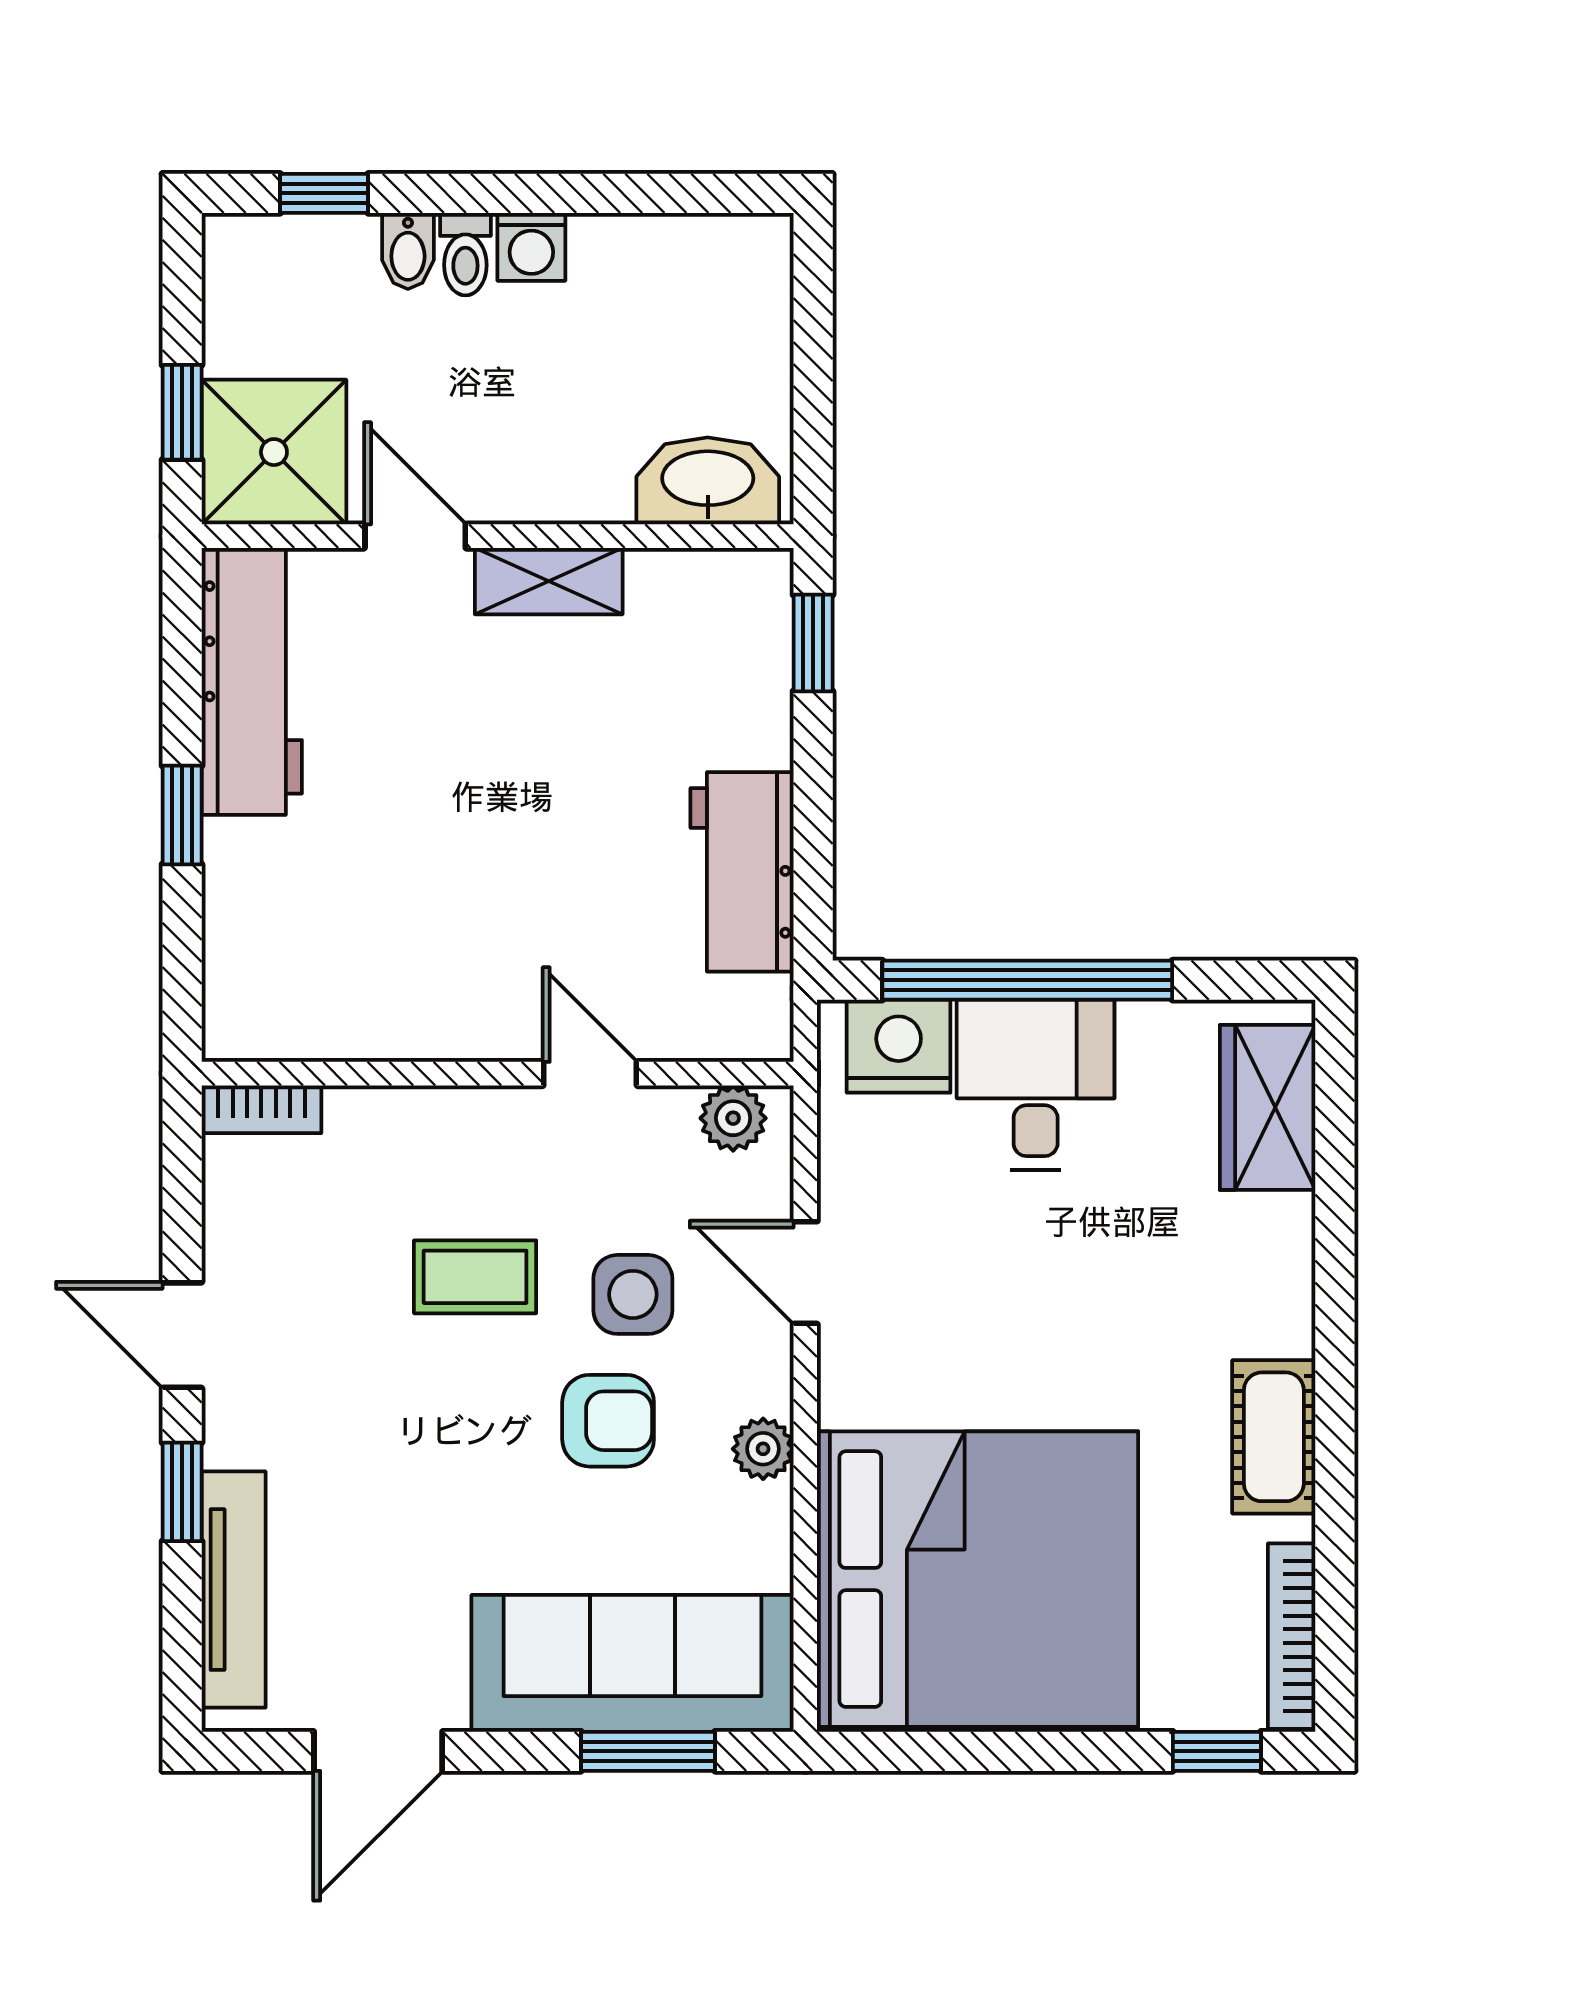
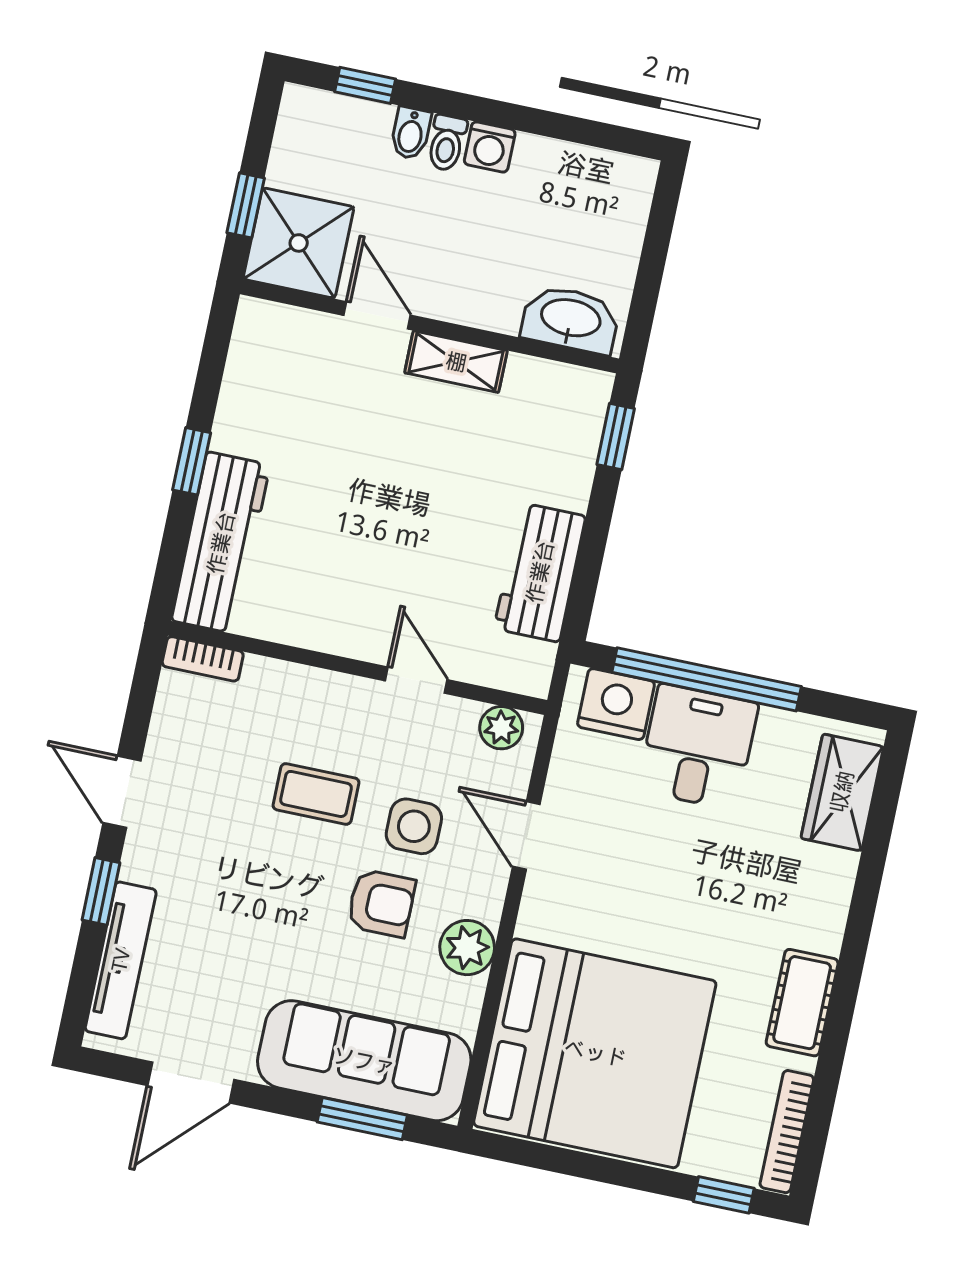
workbench: (252, 681) -> (221, 543), moved
plant: (763, 1449) -> (467, 948), width x1.38, depth x1.38

